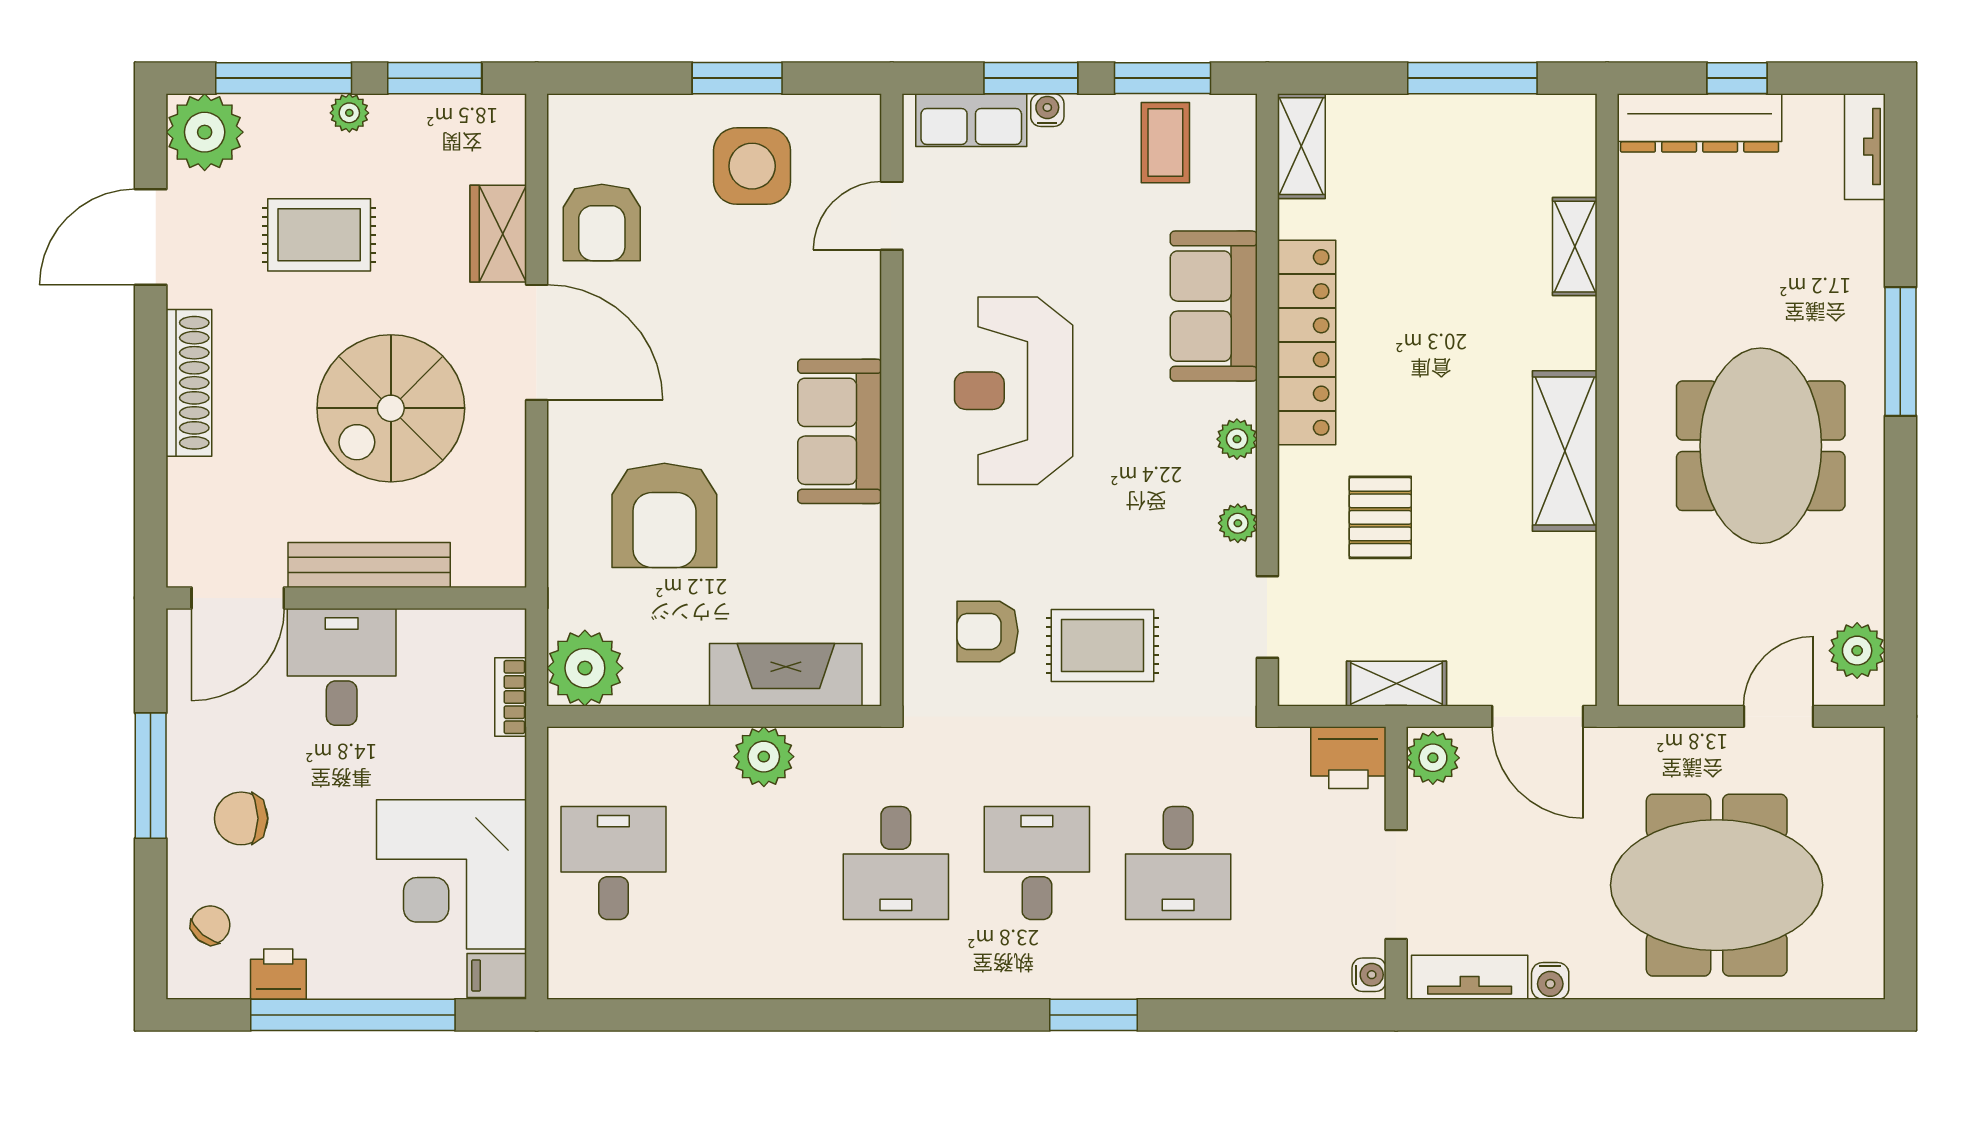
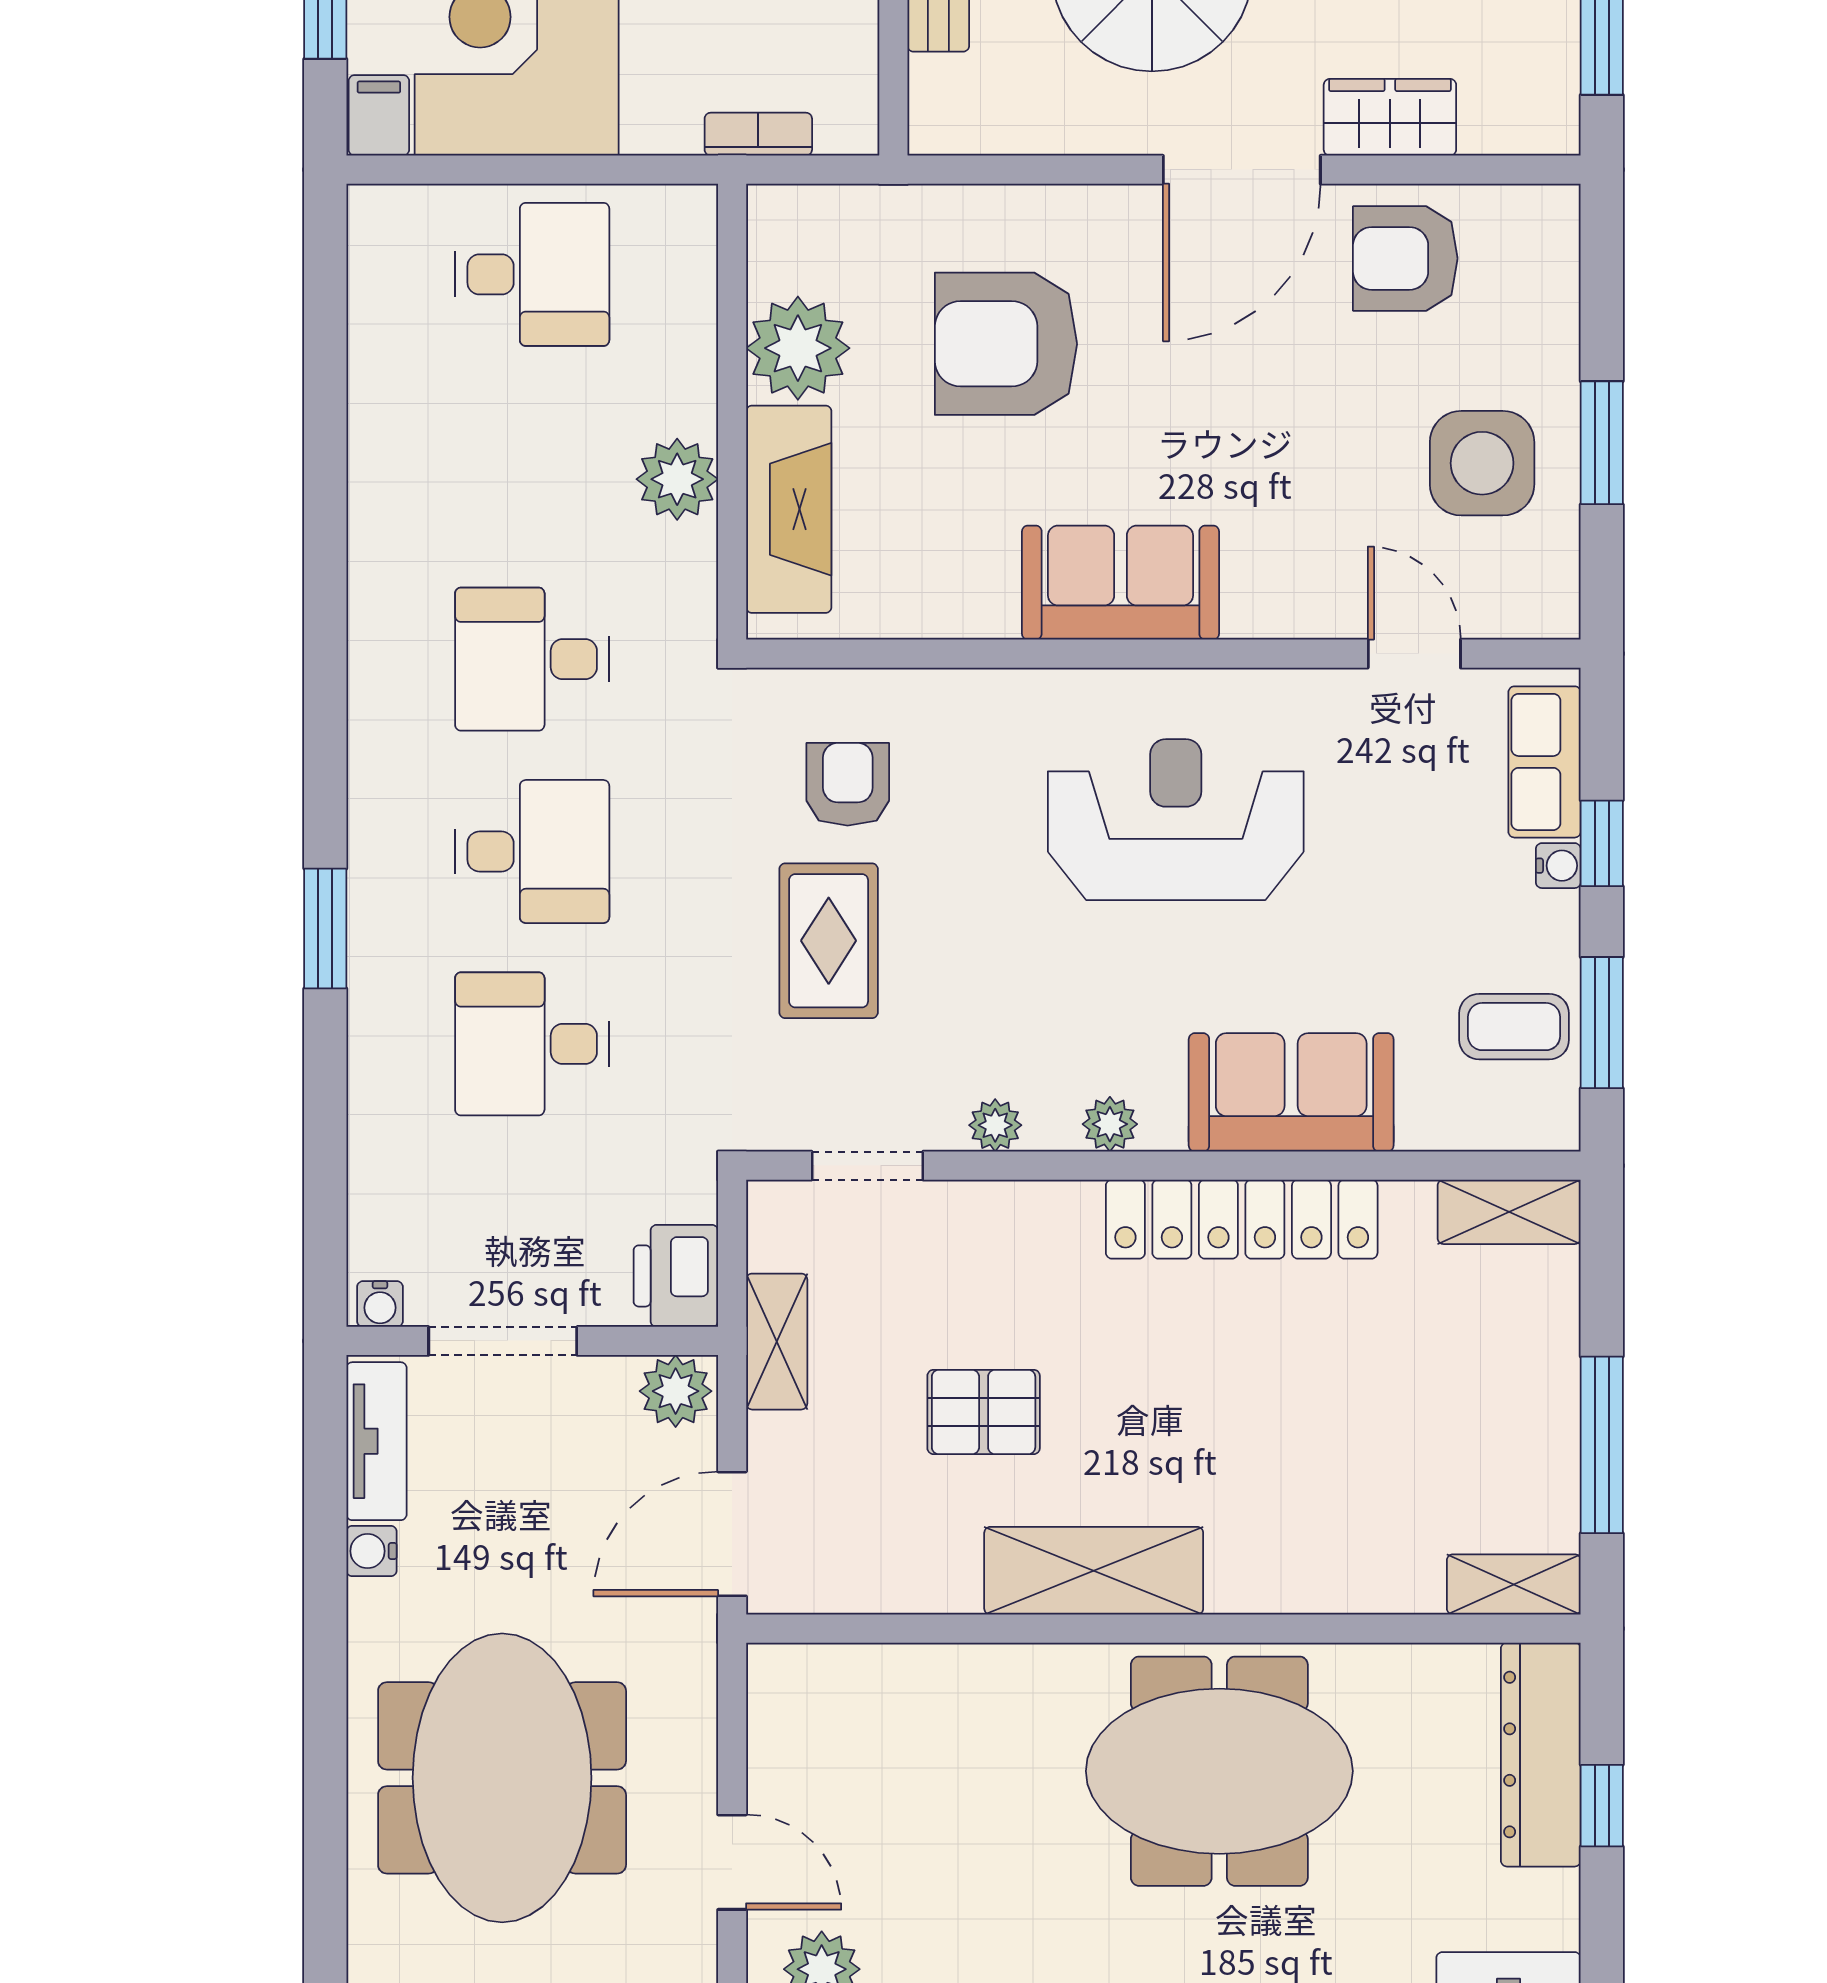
window: (1031, 78) -> (1602, 843), width x0.67
shelving: (1575, 247) -> (1514, 1584), moved
meeting table: (1761, 446) -> (1219, 1771), moved
pallet: (1380, 517) -> (984, 1412), moved
plant: (585, 668) -> (798, 348), moved

